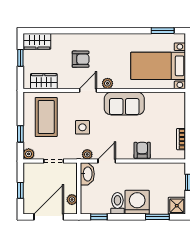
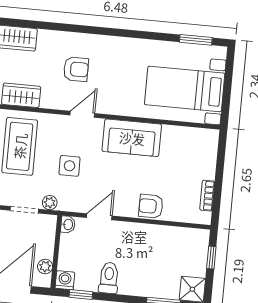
plant: (107, 83) -> (111, 107), removed
armchair: (142, 150) -> (151, 206), turned -90
plant: (87, 154) -> (50, 203), moved
washbasin: (87, 174) -> (68, 224), width x0.52, depth x0.69
washing machine: (137, 202) -> (65, 280), moved, width x0.53, depth x0.53

